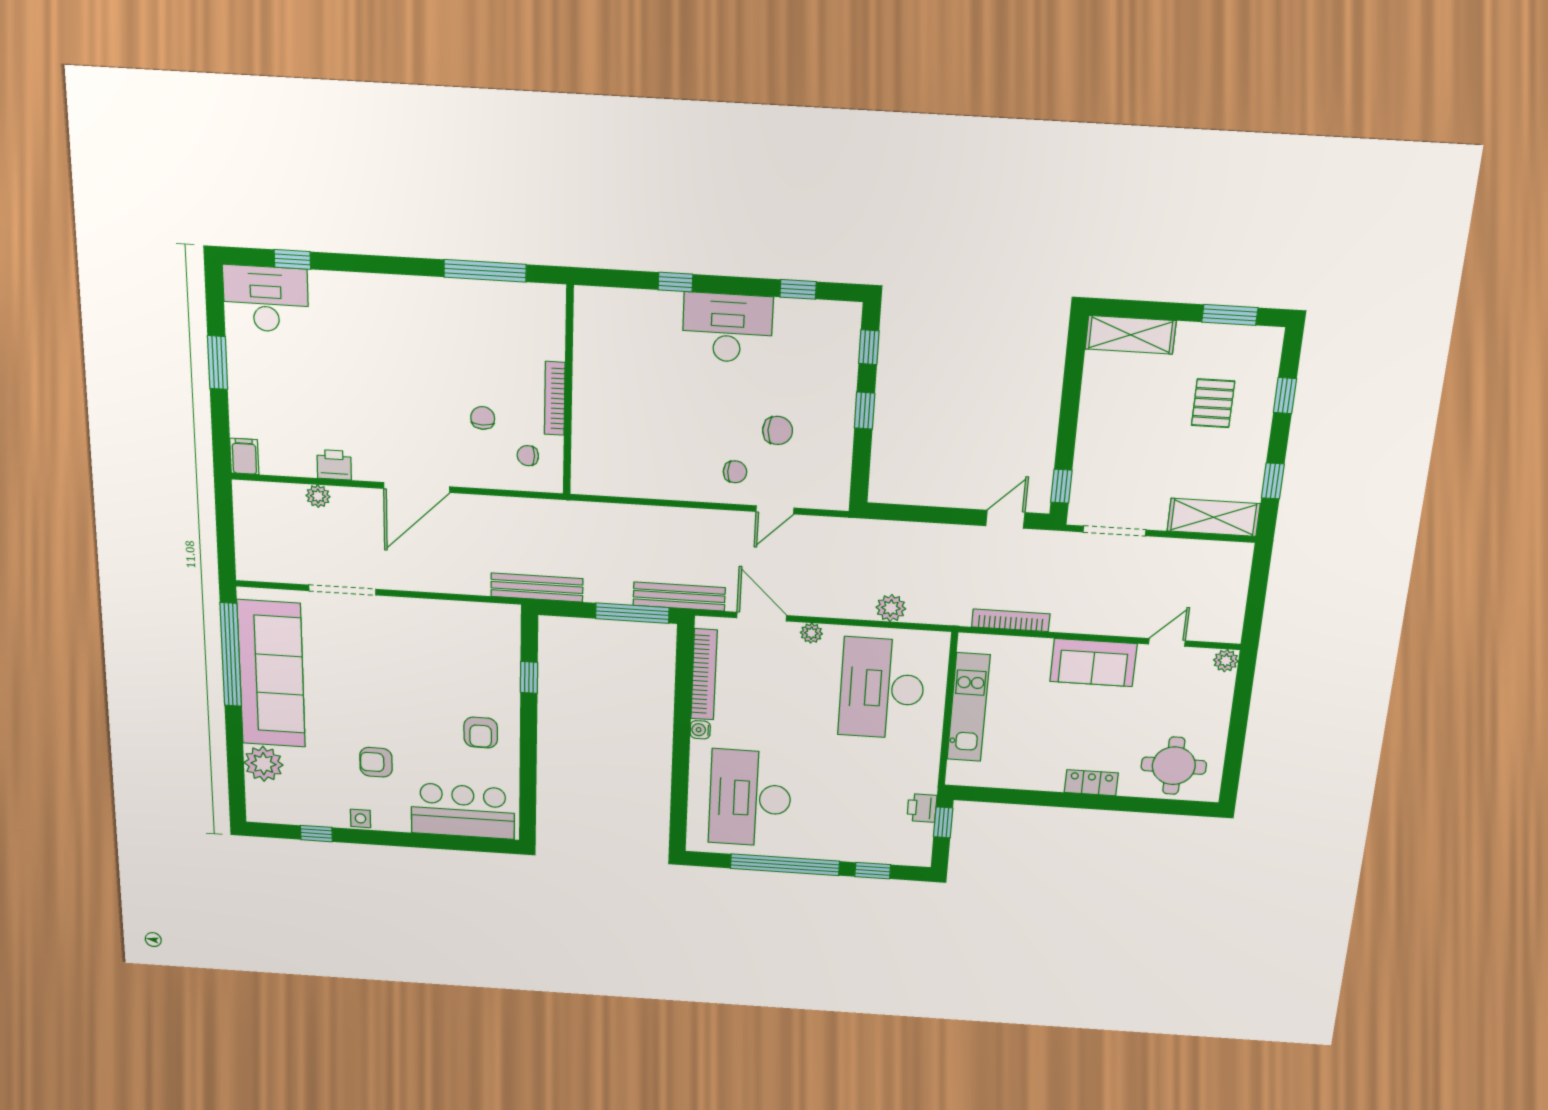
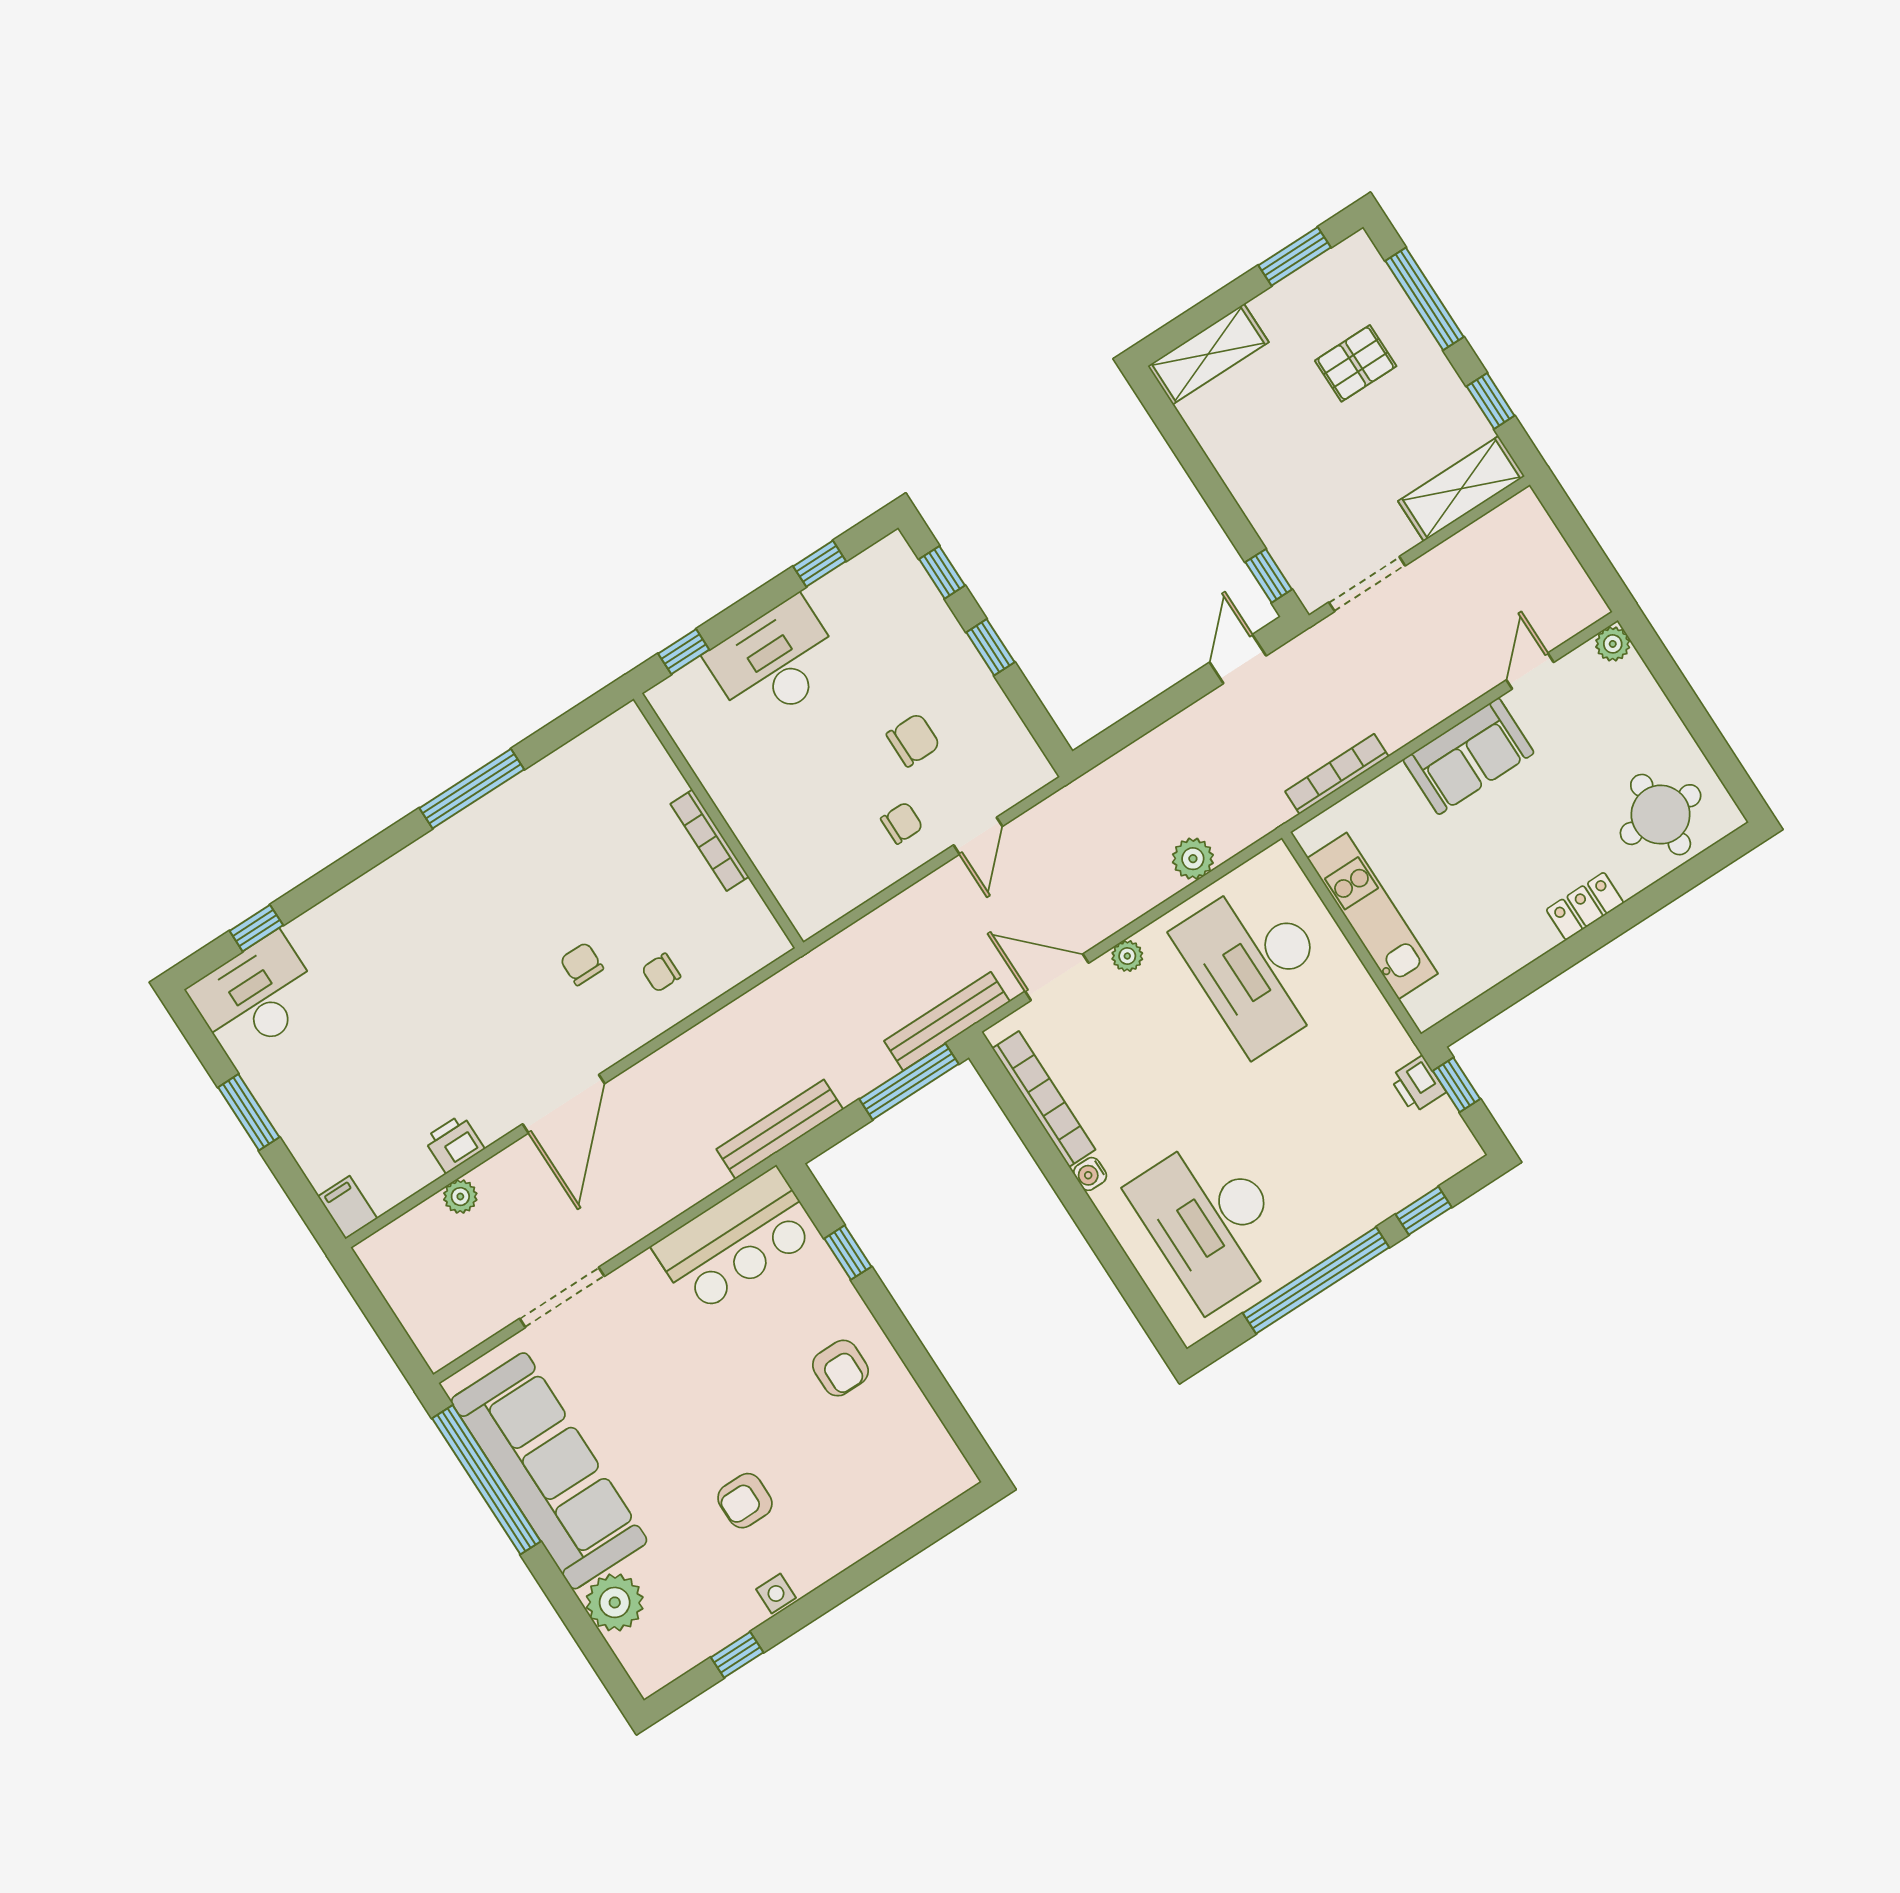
wall: (568, 391) -> (719, 821), moved
window: (1285, 396) -> (1425, 299), width x2.17
bookcase: (555, 398) -> (710, 840), moved
pallet: (1213, 403) -> (1356, 363), turned 90
bar counter: (463, 811) -> (736, 1241), moved, turned 180

